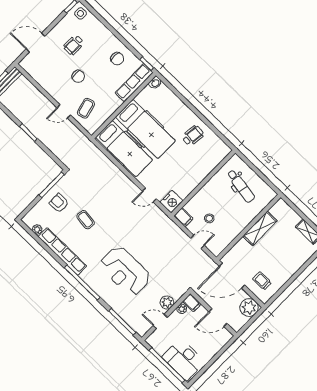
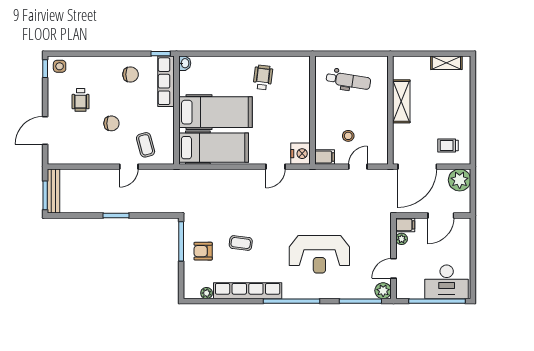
plant: (167, 302) -> (383, 291), moved

